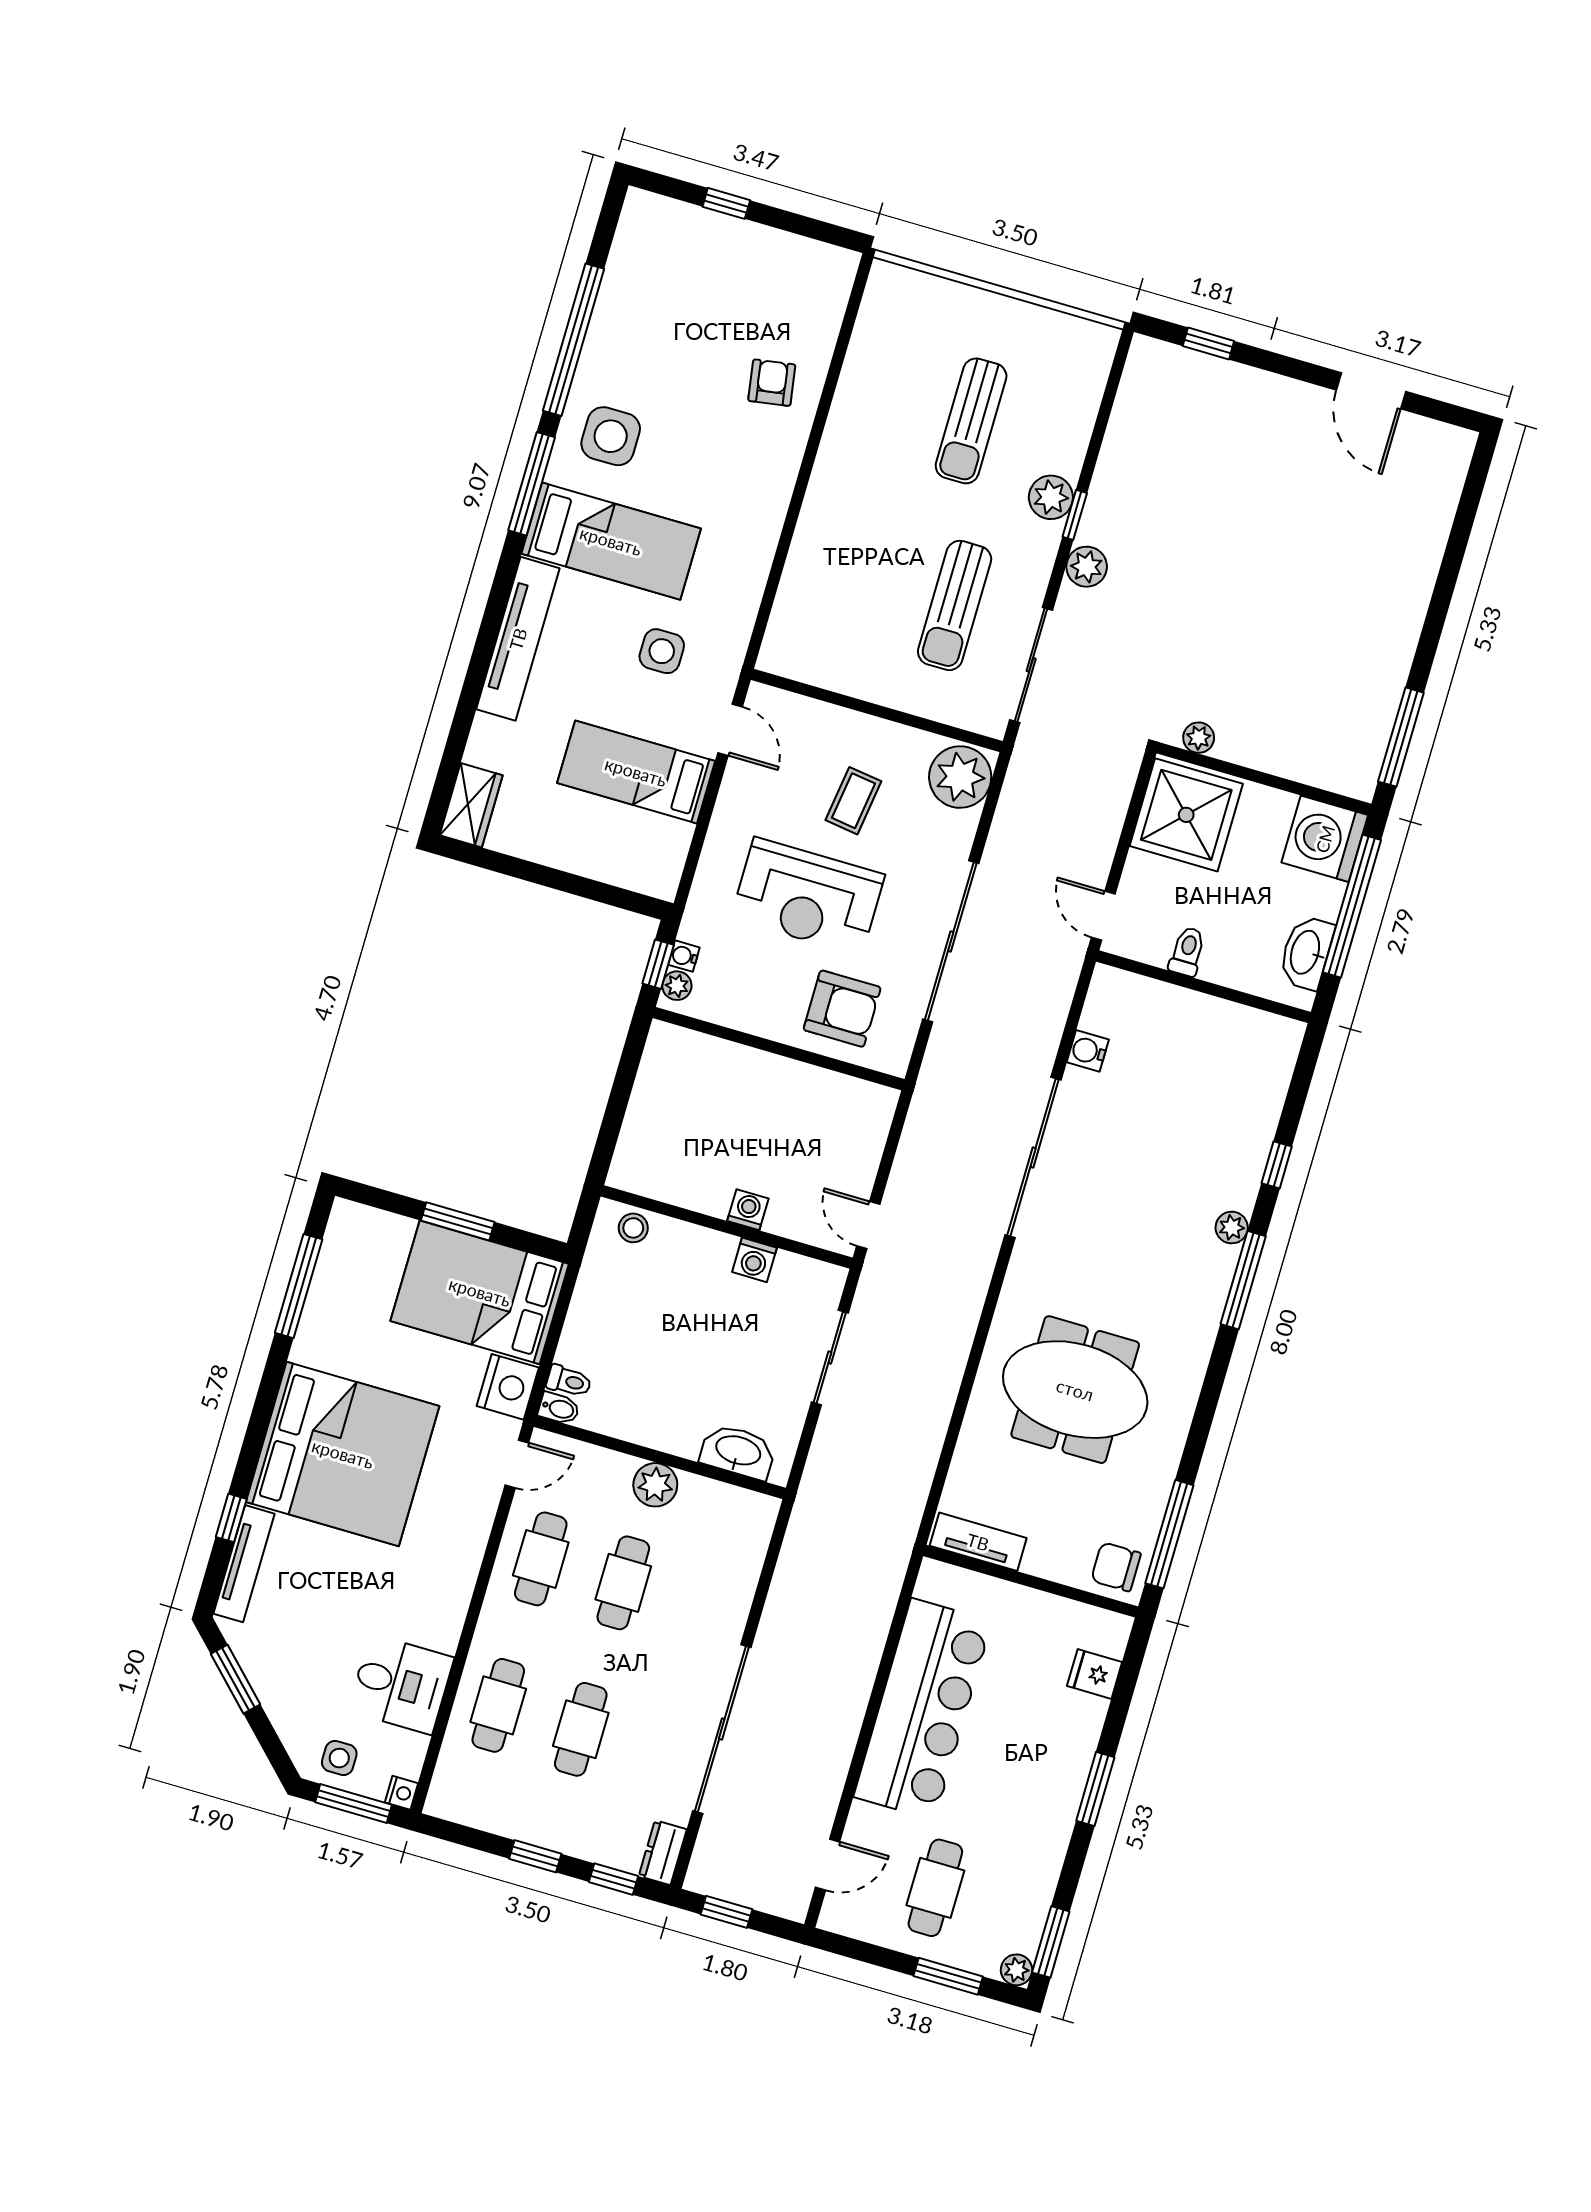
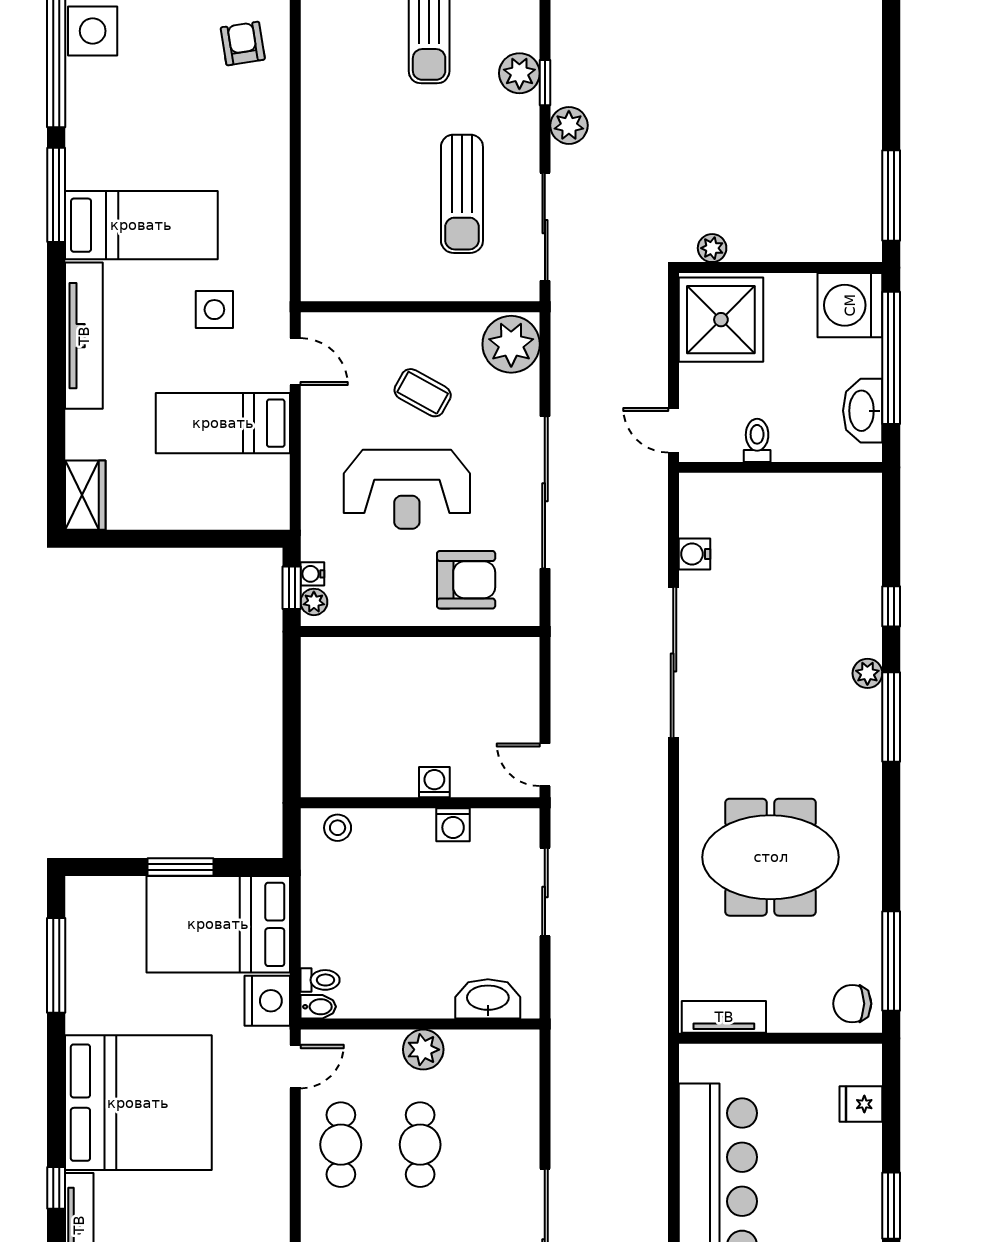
side table: (611, 436) -> (93, 31), moved
coffee table: (853, 801) -> (423, 393), turned -69

